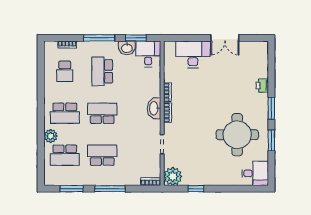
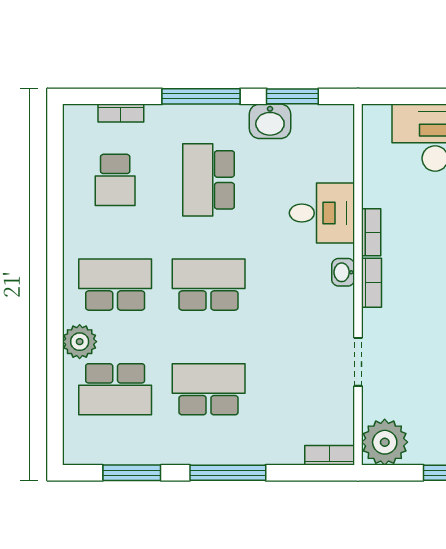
desk: (148, 54) -> (322, 213), moved, turned 90
washbasin: (154, 108) -> (343, 272), width x0.52, depth x0.69
school desk: (65, 113) -> (115, 285), turned 180

